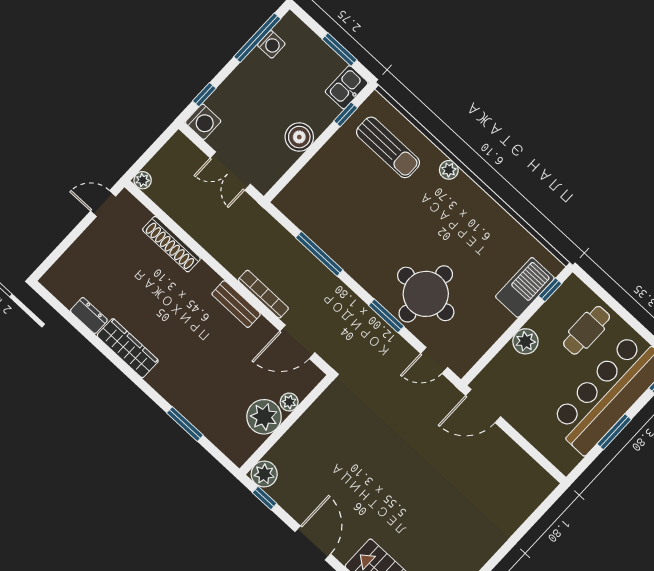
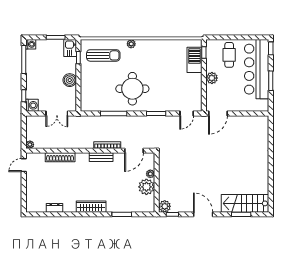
washing machine: (271, 44) -> (31, 44), moved
round table: (426, 294) -> (132, 89), moved
wardrobe: (128, 348) -> (91, 207), moved

